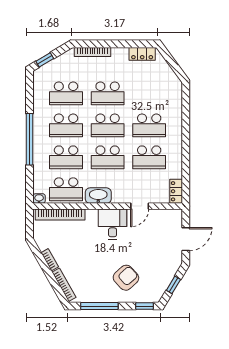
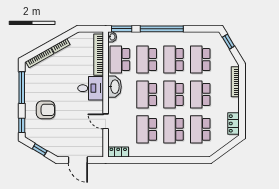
school desk: (149, 93) -> (200, 129), added
window: (29, 187) -> (122, 29), added
desk: (113, 224) -> (91, 88), moved
armchair: (126, 278) -> (46, 110), turned -47

